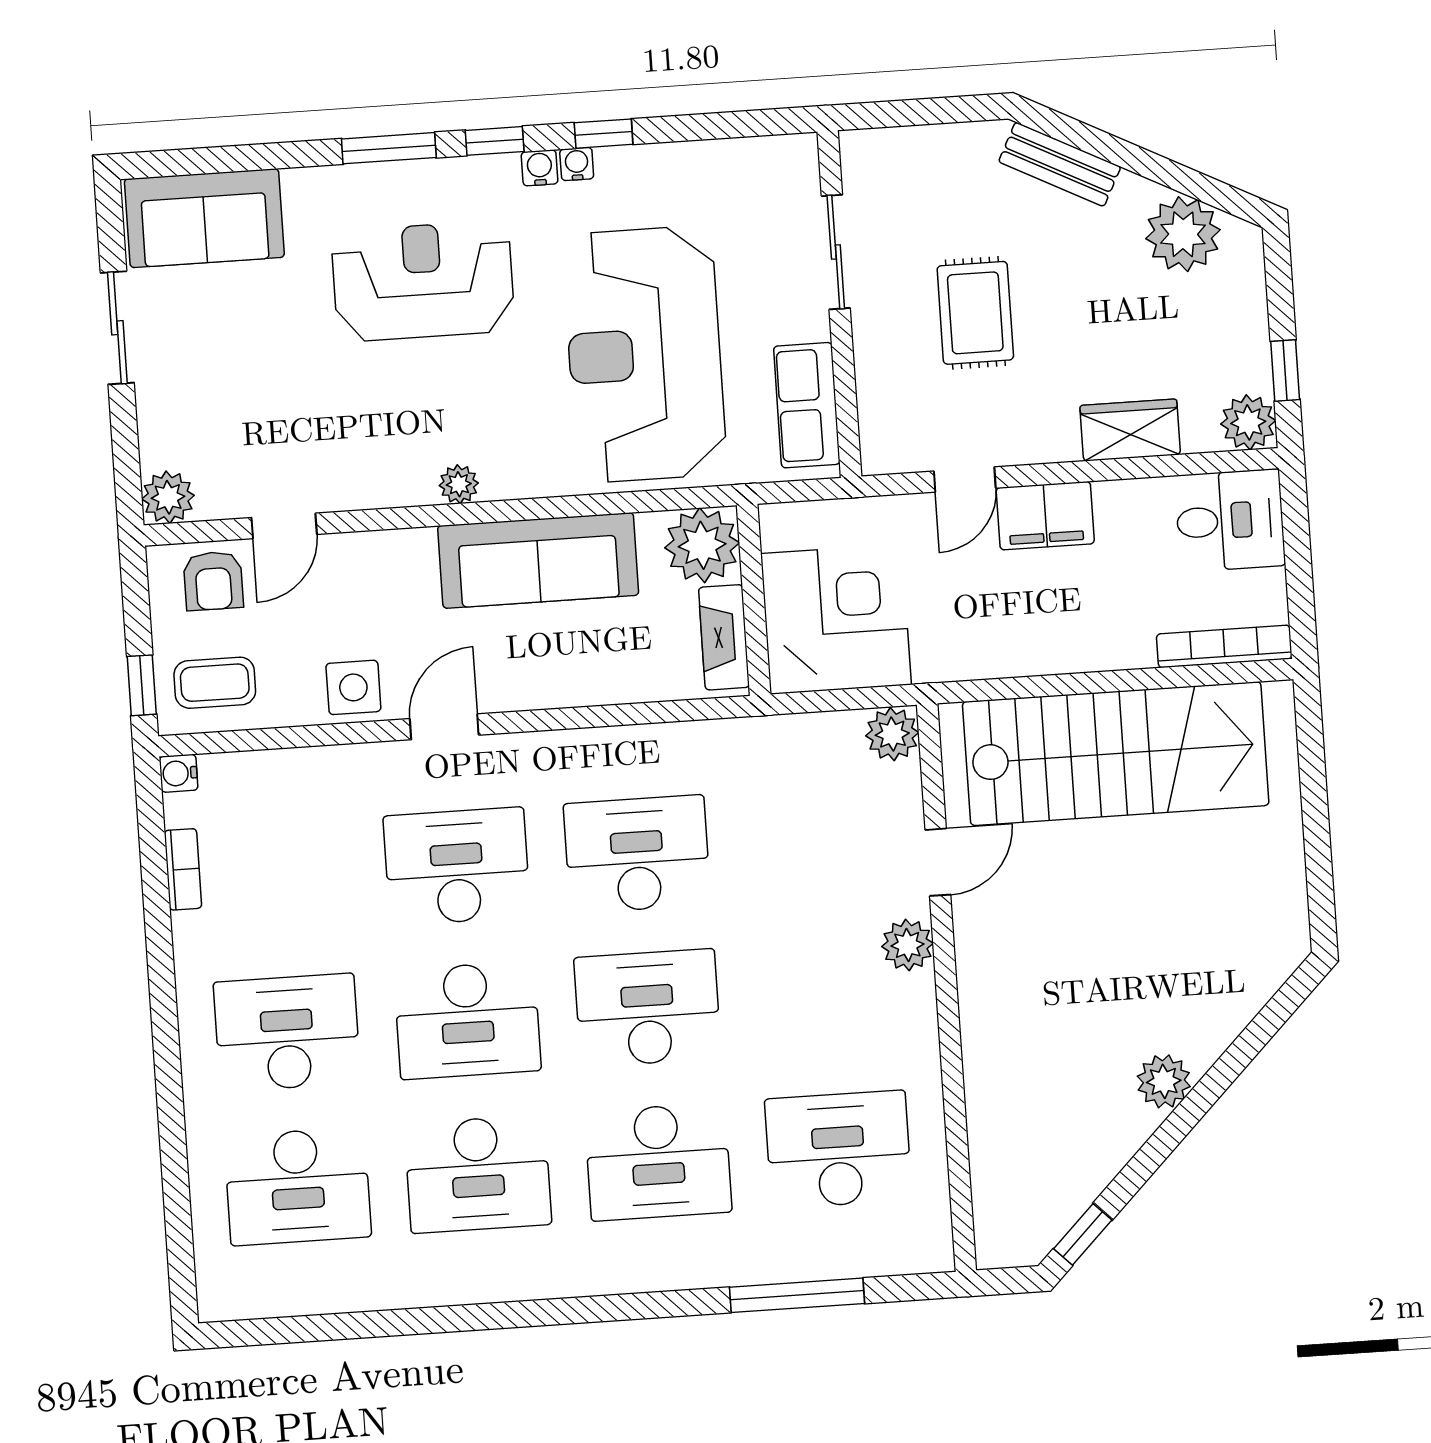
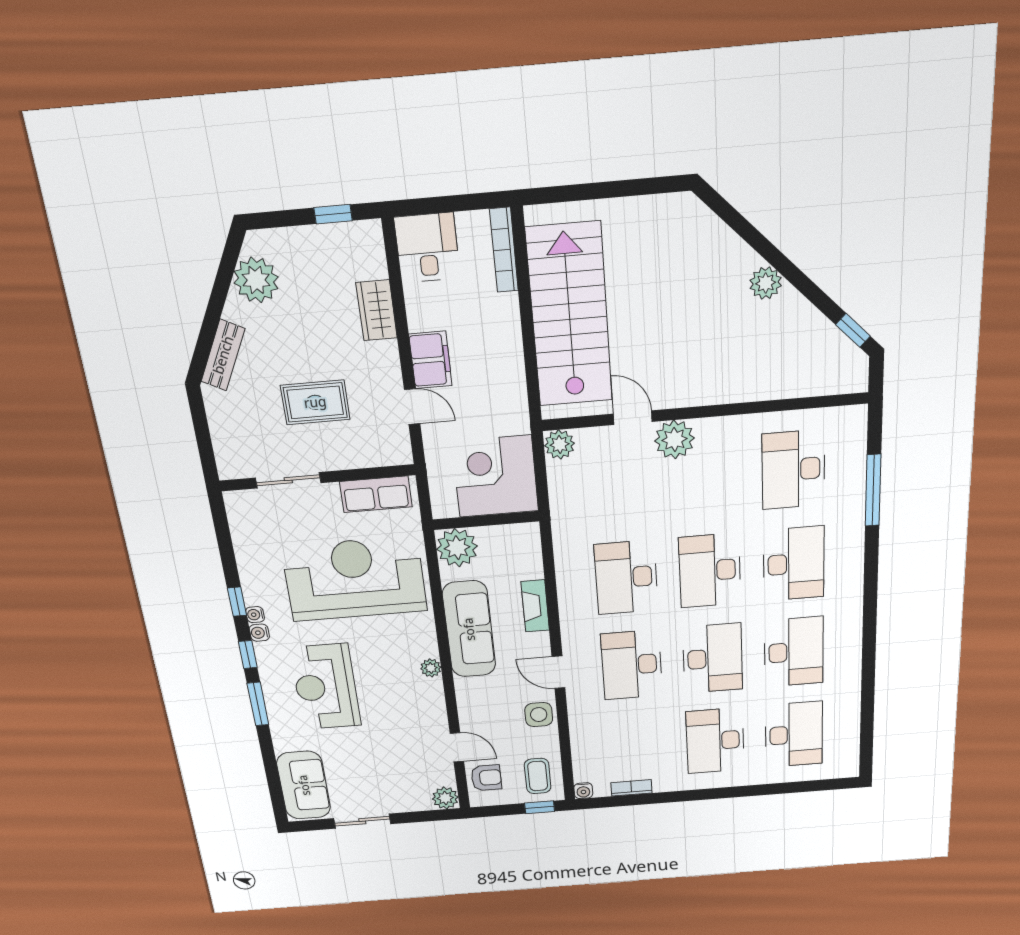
reception desk: (645, 354) -> (355, 579), turned 180
plant: (1248, 422) -> (367, 237), removed
fireplace: (724, 637) -> (535, 606), moved, turned 90
plant: (907, 945) -> (674, 440), width x1.36, depth x1.36

